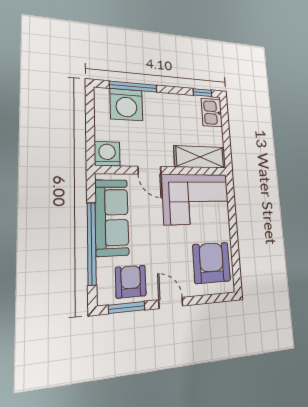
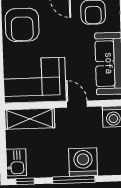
window: (133, 87) -> (74, 180), moved
washing machine: (126, 105) -> (83, 162), moved

